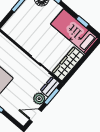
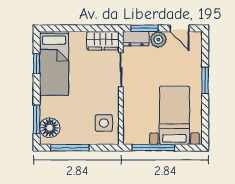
side table: (19, 31) -> (104, 123), added
wardrobe: (68, 64) -> (103, 41), width x0.67

